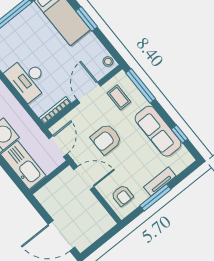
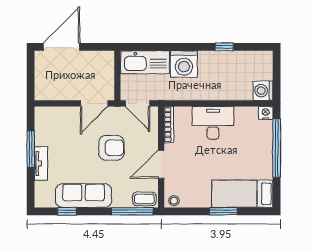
door: (89, 93) -> (161, 164), swing flipped
coffee table: (119, 97) -> (144, 199), moved
armchair: (106, 139) -> (111, 148), turned 90
armchair: (122, 196) -> (54, 123), removed

